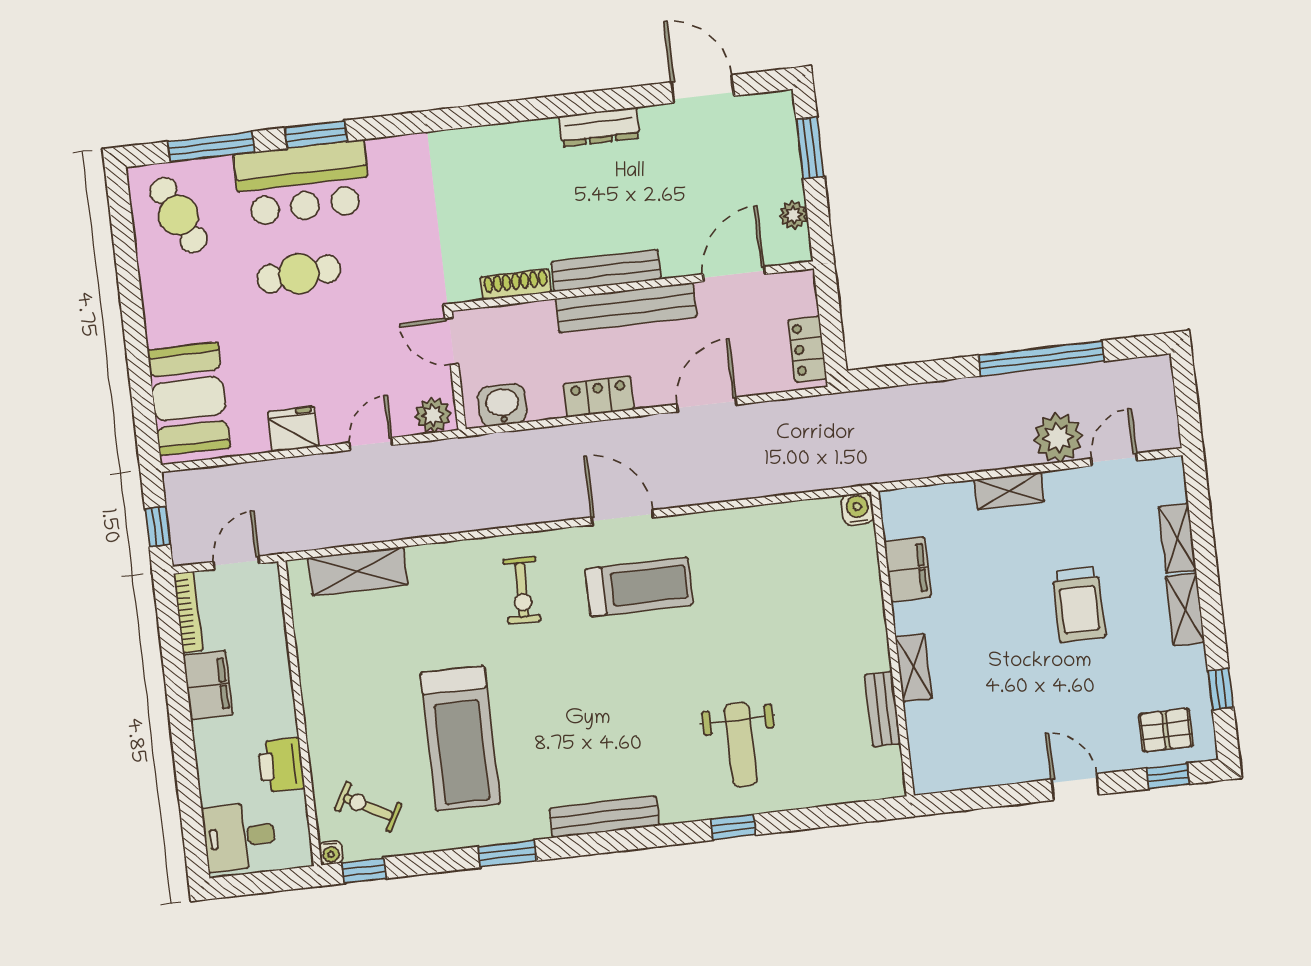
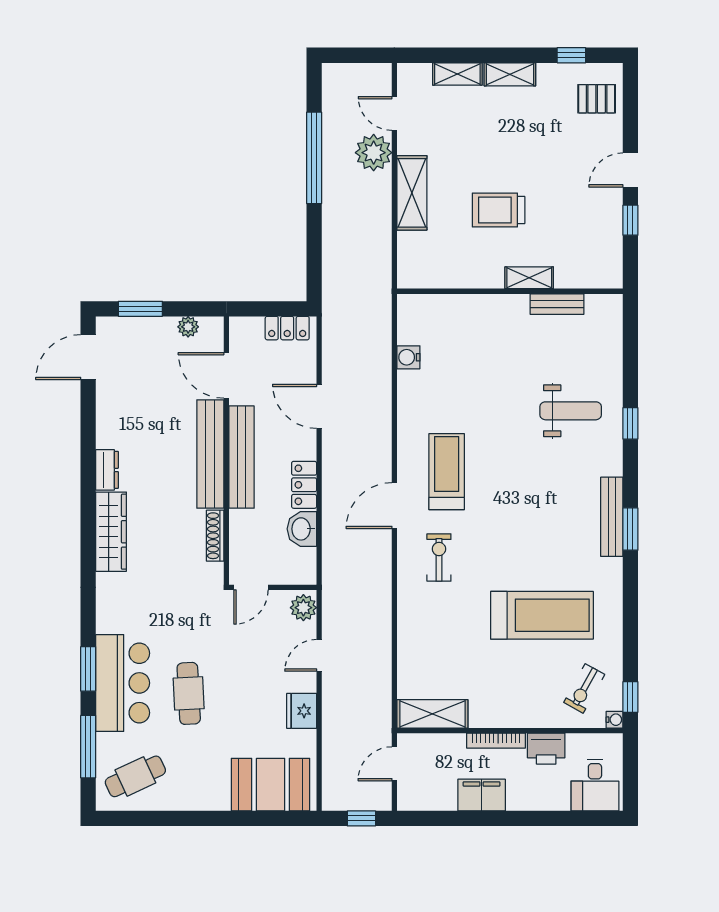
door: (703, 89) -> (88, 357), moved
dresser: (599, 127) -> (107, 470), width x0.70
wardrobe: (505, 144) -> (111, 532), added
bench: (606, 271) -> (210, 454), width x1.37, depth x1.21
washbasin: (502, 405) -> (302, 529), moved
door: (371, 444) -> (319, 655), hinge flipped
shelving: (1009, 491) -> (412, 193), width x1.50, depth x1.33
water cooler: (857, 509) -> (408, 357), moved
door: (622, 517) -> (394, 506), moved
door: (236, 563) -> (394, 764), hinge flipped
filing cabinet: (908, 569) -> (457, 274), removed
shelving: (358, 571) -> (432, 714), moved, turned 90
exercise bike: (522, 590) -> (439, 557), turned -92
trolley: (1079, 605) -> (499, 210), moved, turned 180
bookcase: (188, 612) -> (496, 741), moved, turned 180
pallet: (1166, 730) -> (597, 99), turned 90
window: (1168, 776) -> (630, 220), moved
window: (507, 854) -> (630, 529), moved

